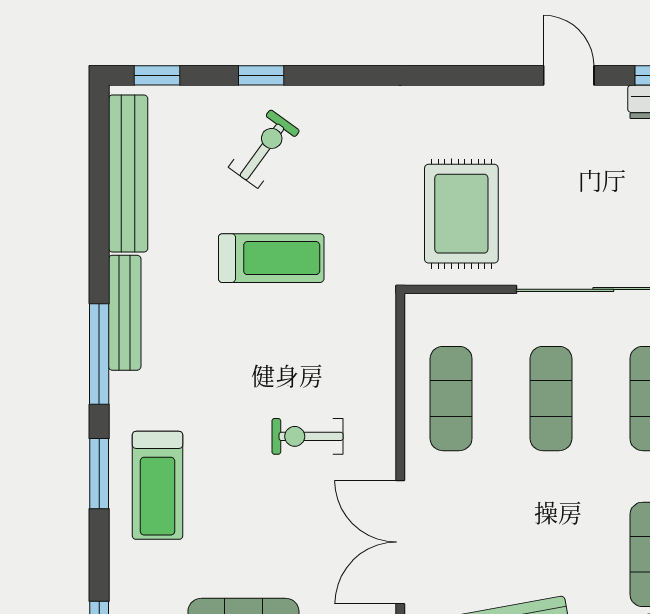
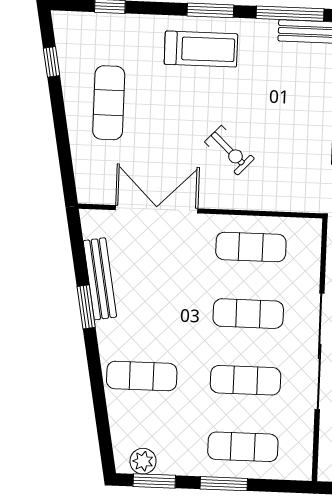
exercise bike: (307, 436) -> (230, 150), turned 133
treadmill: (158, 485) -> (201, 49), turned 180

